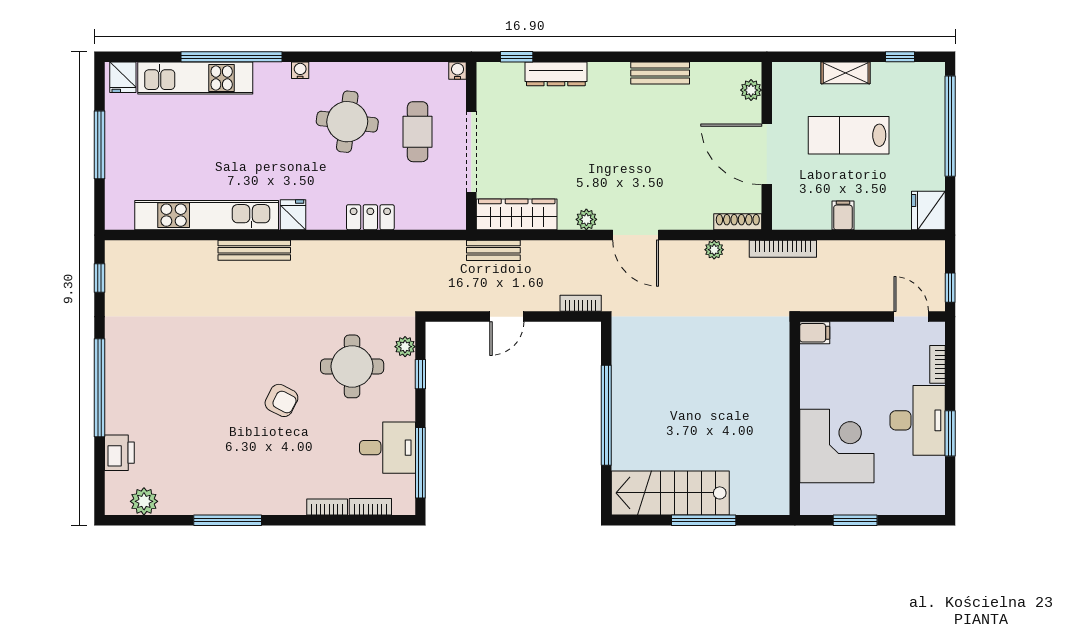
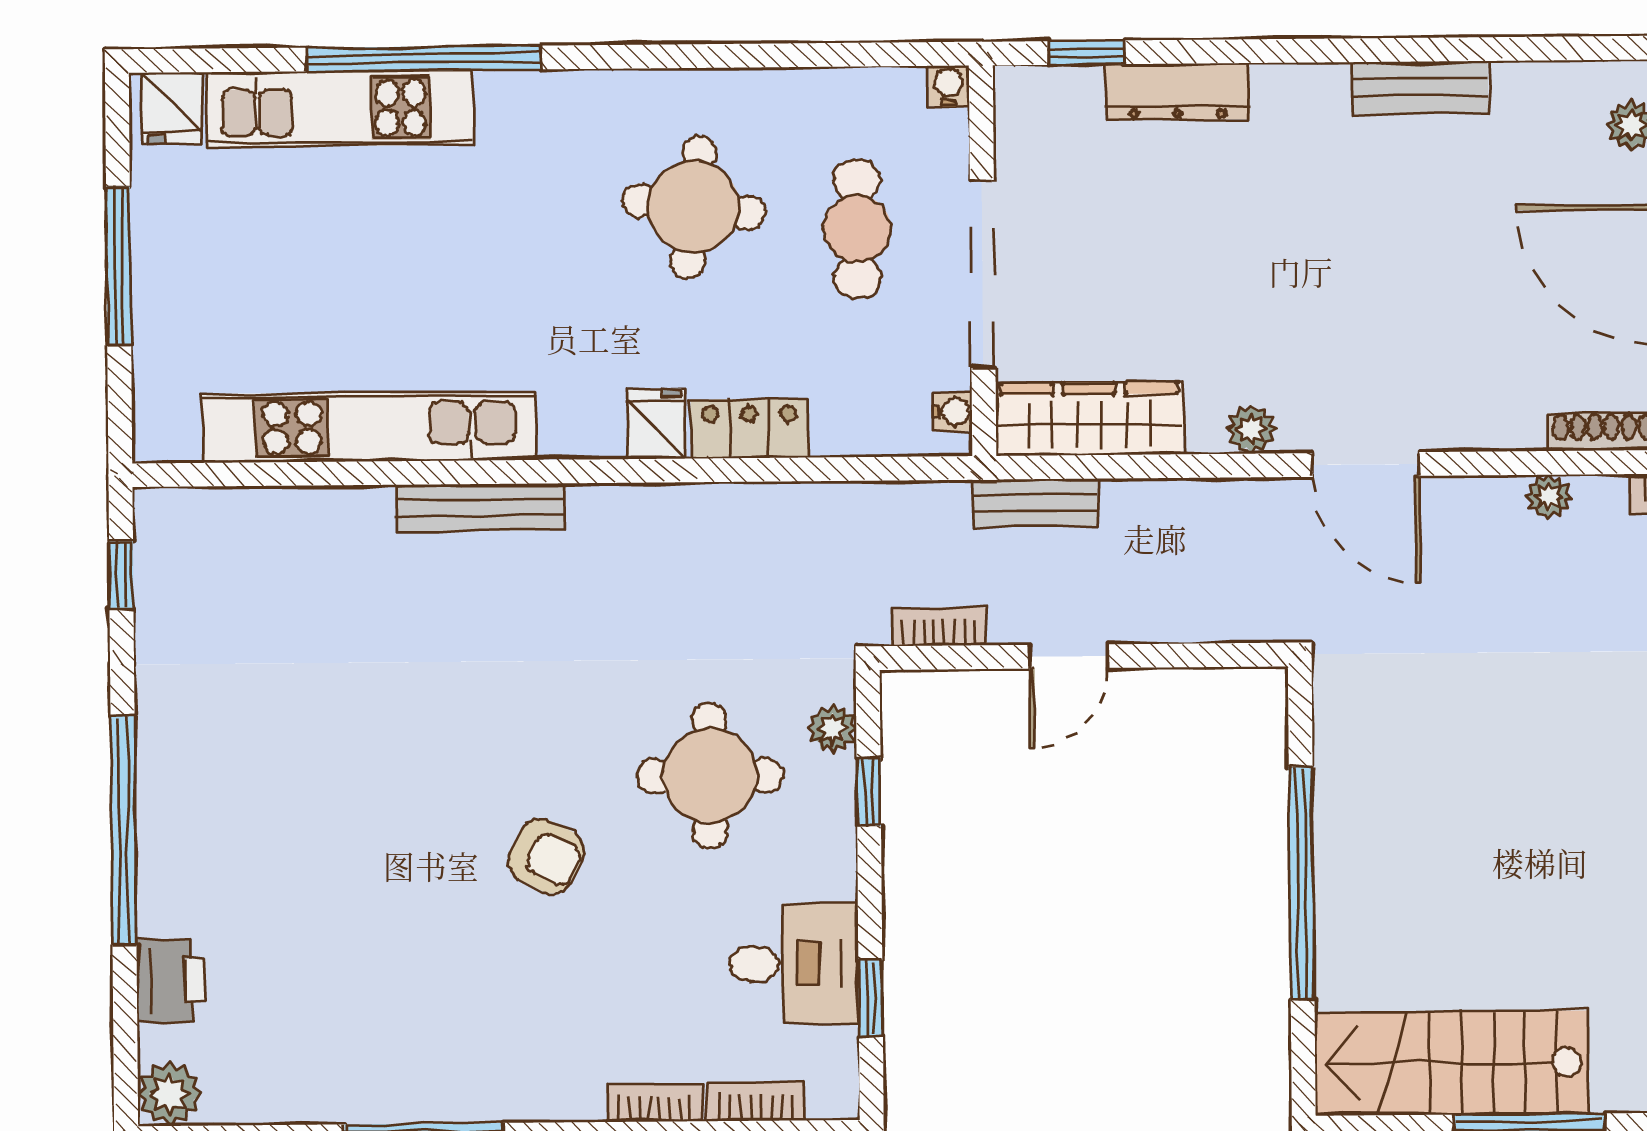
water cooler: (300, 70) -> (952, 412), moved, turned 90
fridge: (293, 215) -> (657, 424), moved
bookcase: (581, 303) -> (939, 627), moved
window: (420, 463) -> (871, 998), width x0.46
plant: (144, 501) -> (170, 1094), moved

